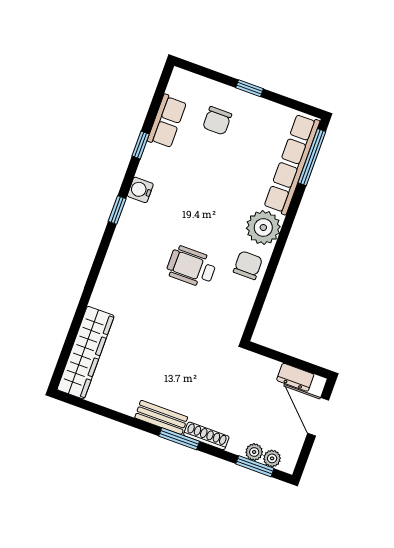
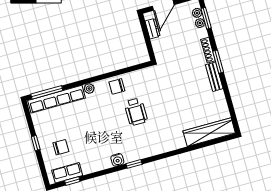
row of seats: (167, 121) -> (67, 173), moved
window: (141, 145) -> (72, 181), moved
plant: (263, 227) -> (89, 89), width x0.53, depth x0.53

